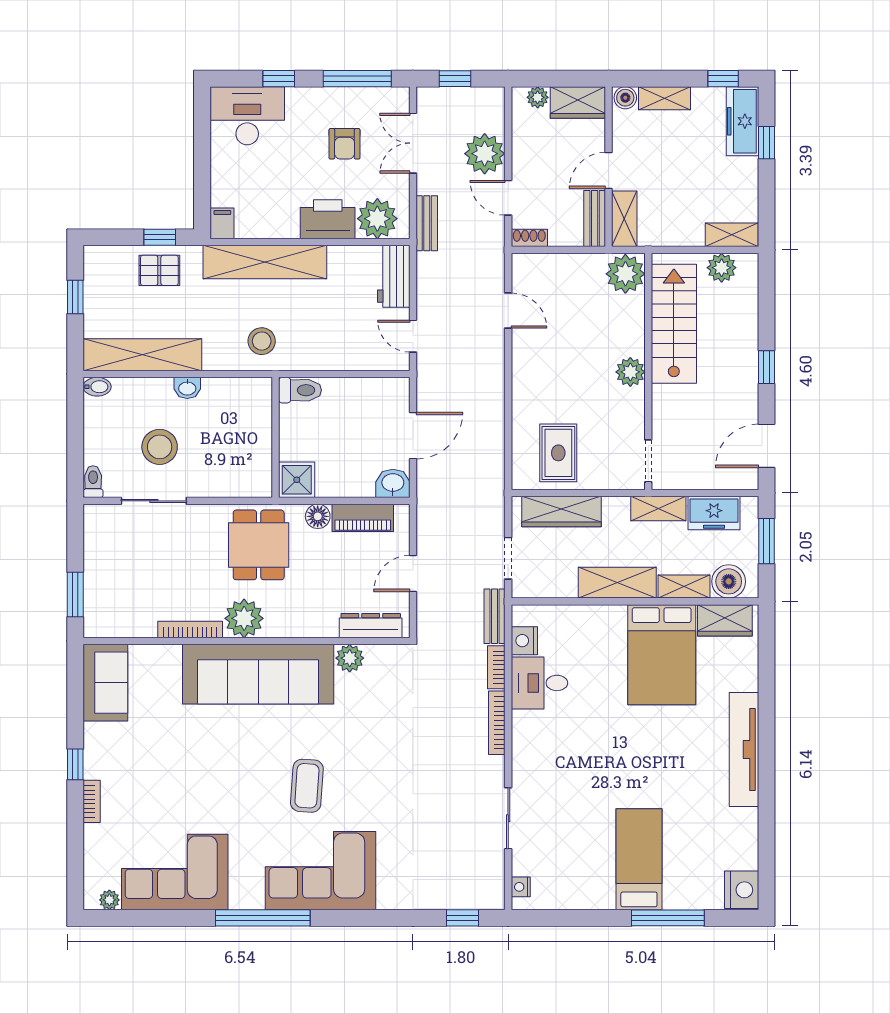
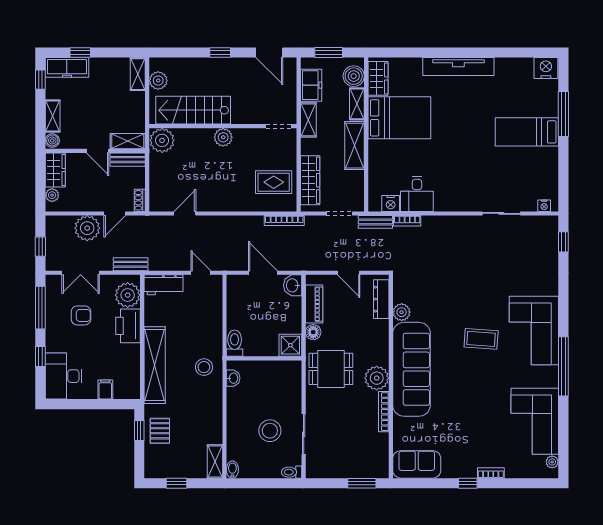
filing cabinet: (222, 223) -> (105, 390), moved, turned 90
door: (413, 336) -> (201, 273), swing flipped
shelving: (142, 355) -> (215, 461), width x0.45, depth x0.75
washbasin: (187, 388) -> (233, 378), moved
bookcase: (497, 723) -> (284, 221), moved

